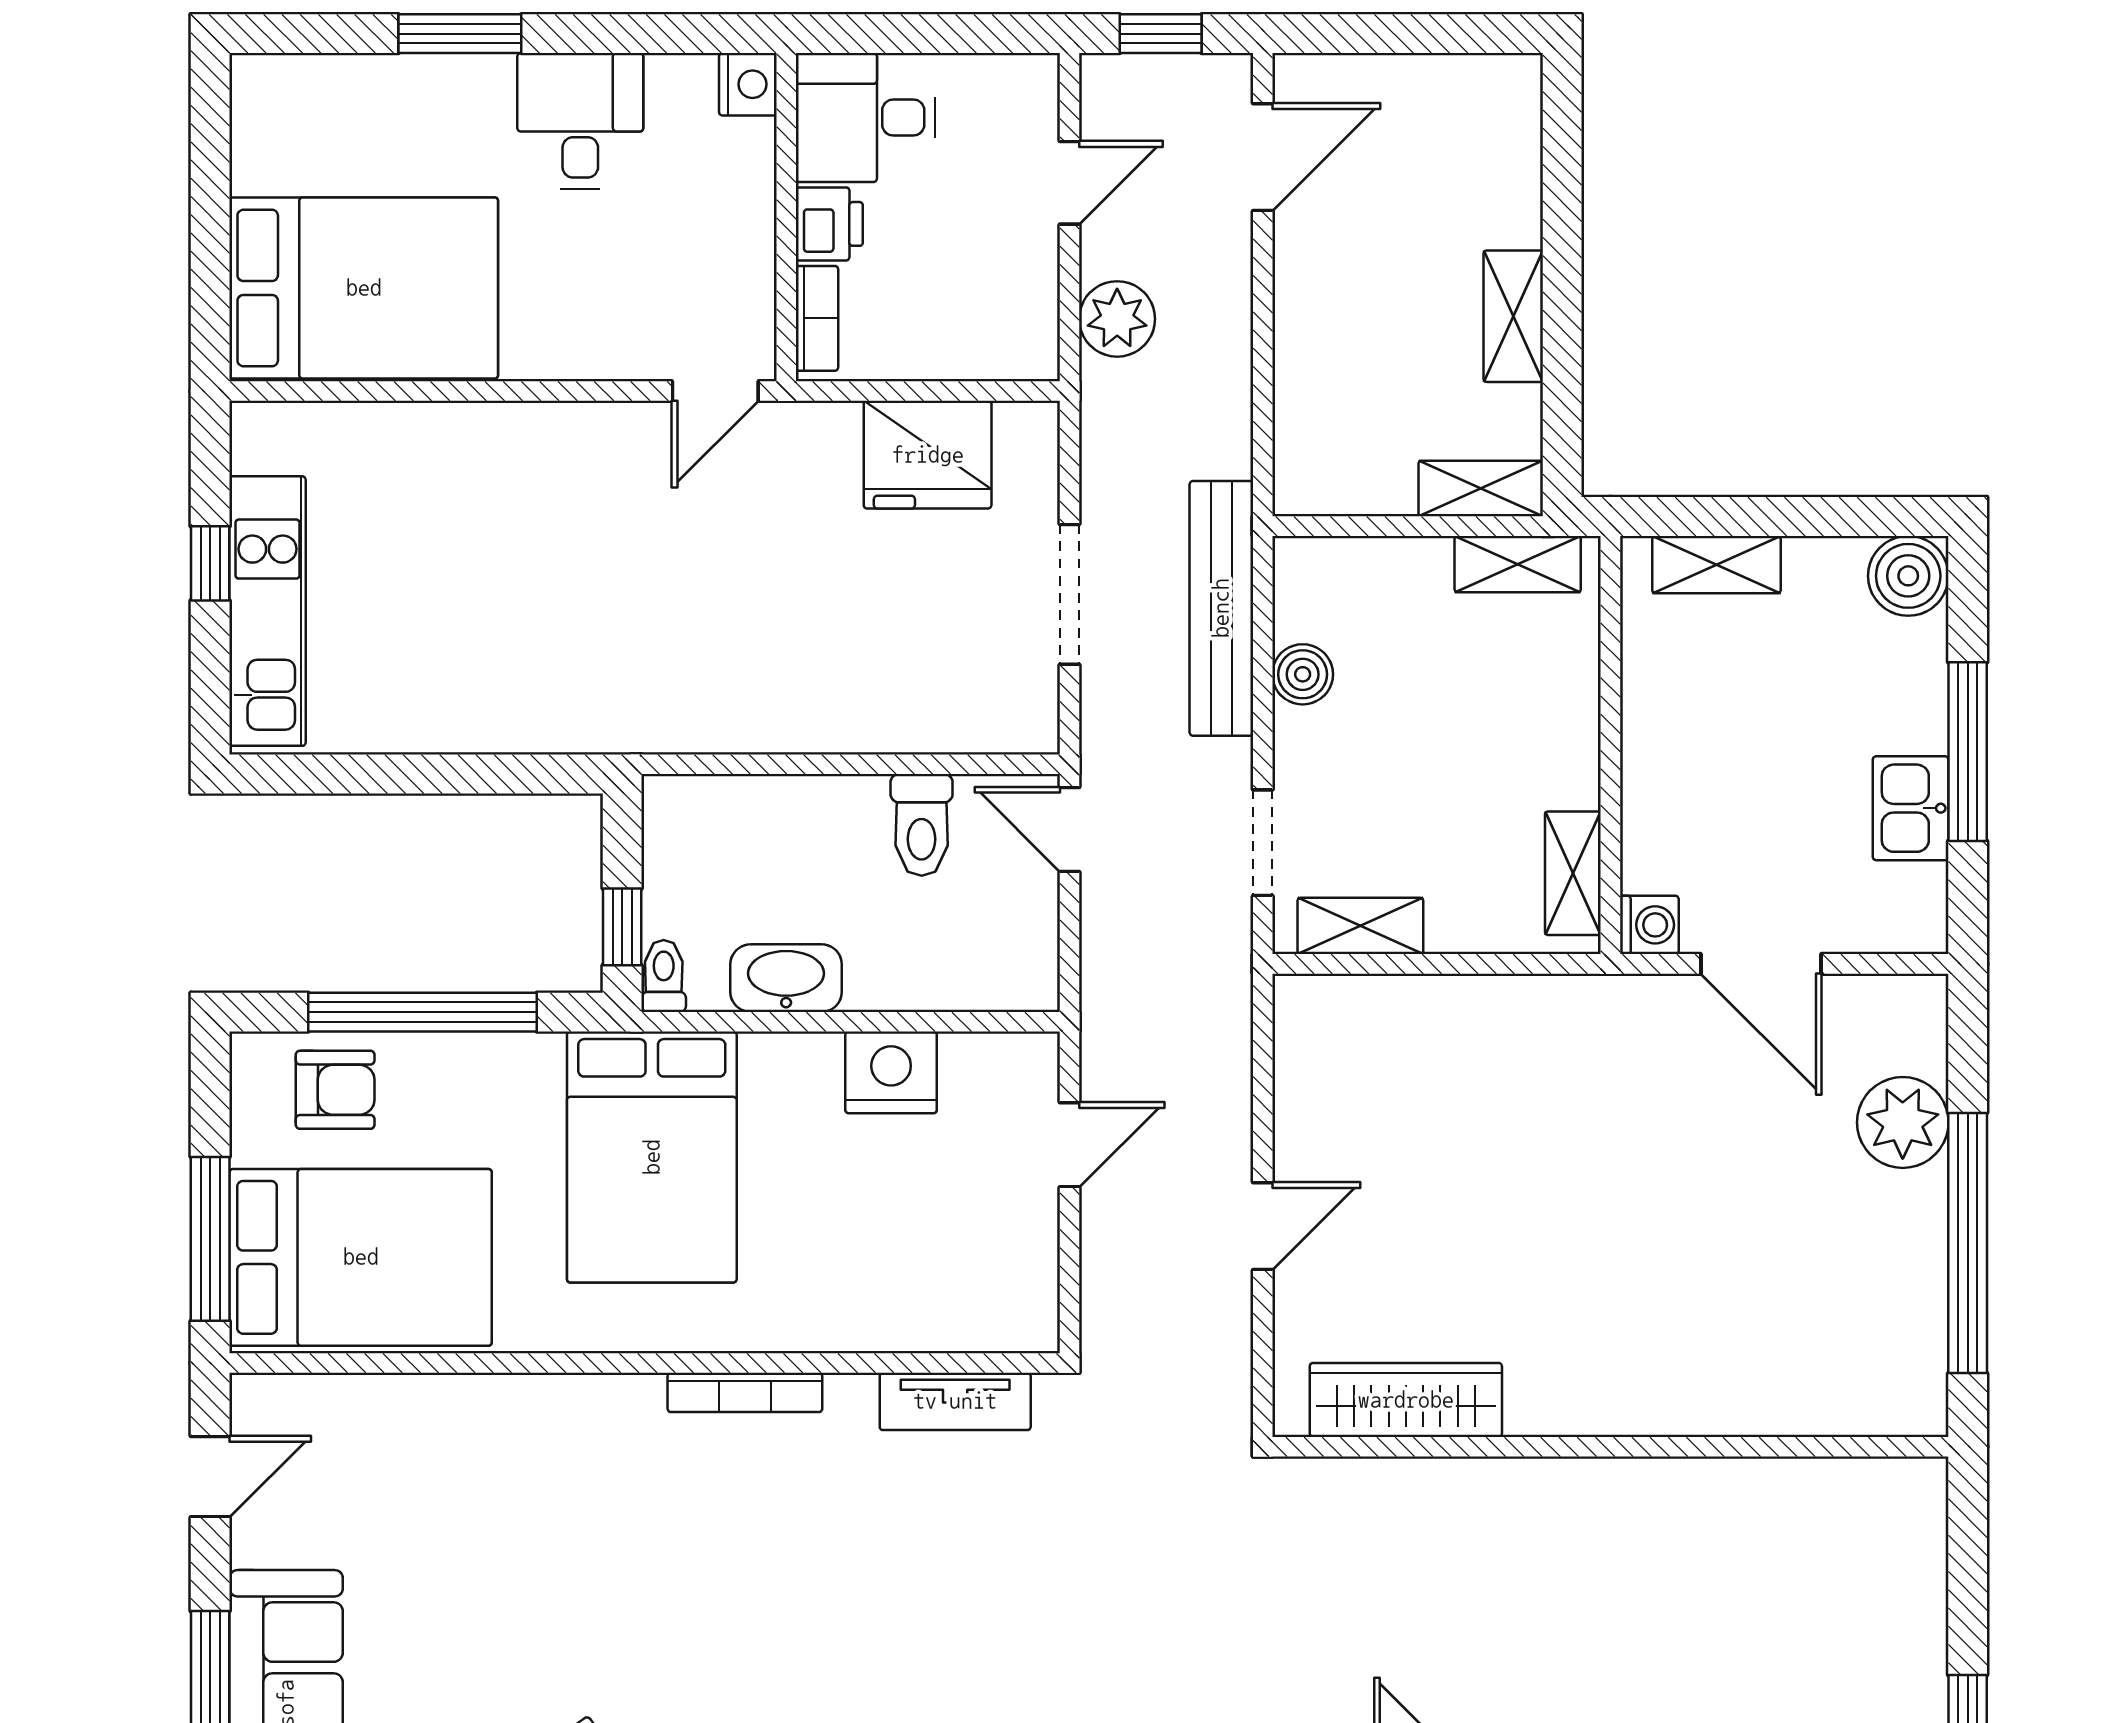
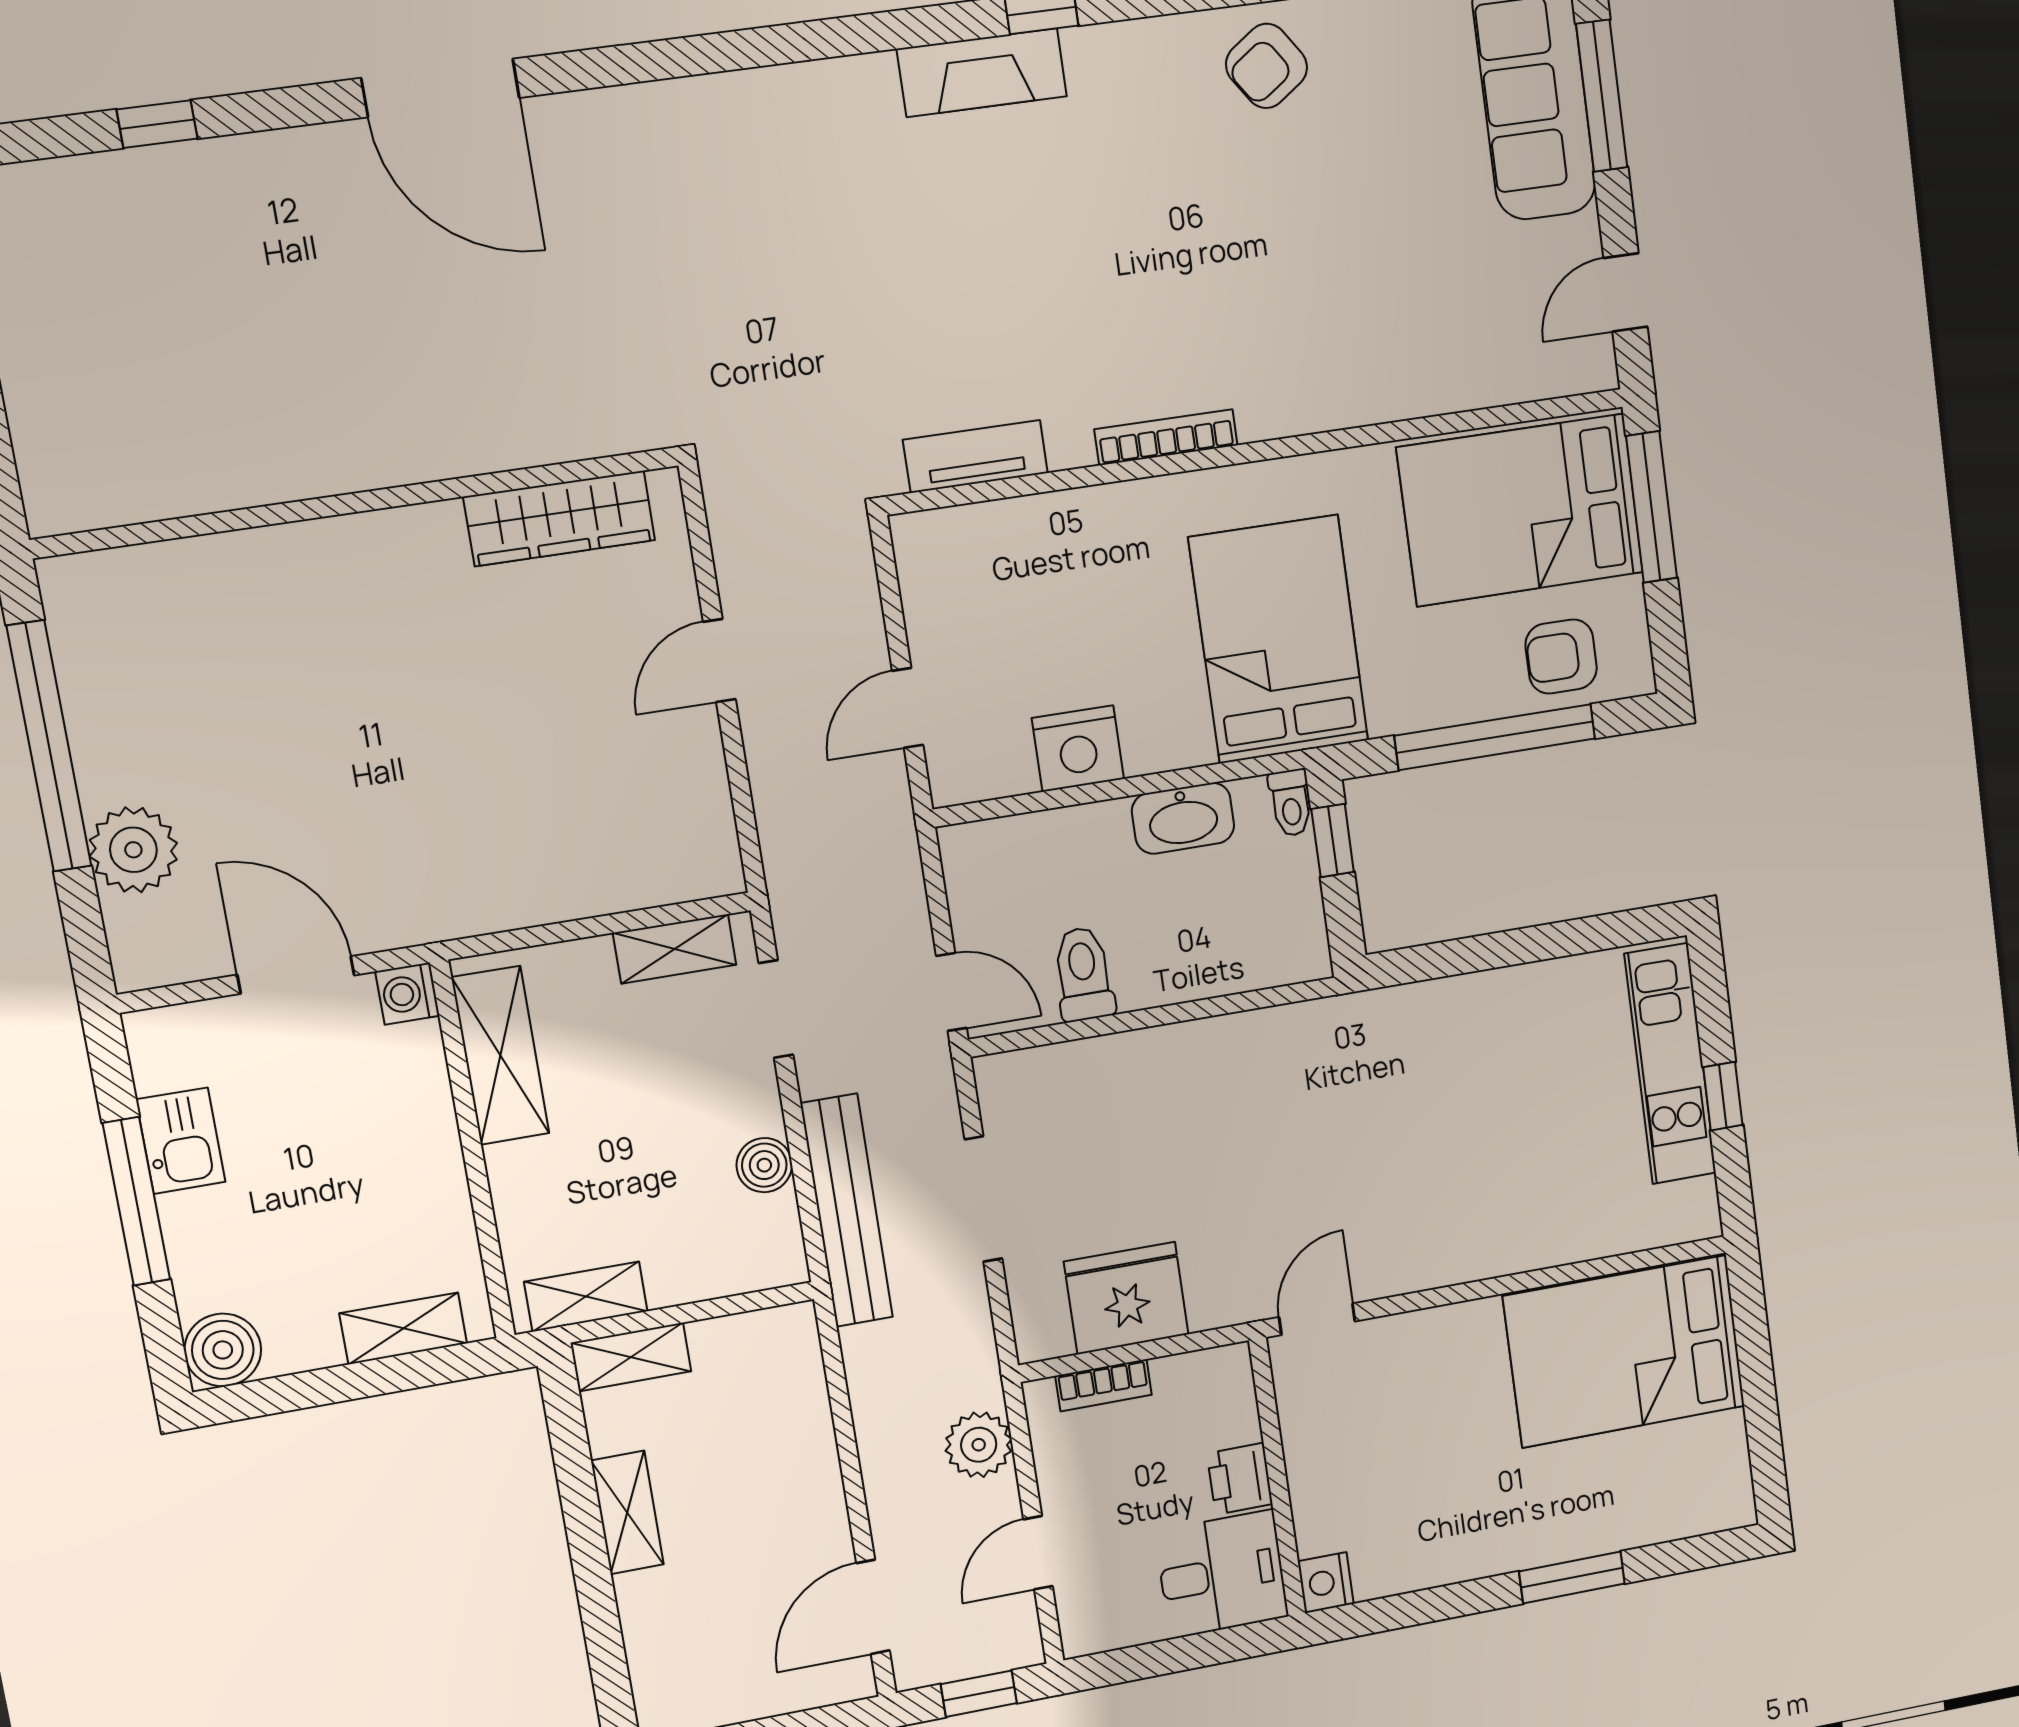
desk: (580, 121) -> (1462, 1525), removed
bookcase: (817, 318) -> (1103, 1385), moved, turned -90
shelving: (1573, 873) -> (500, 1055), width x1.50, depth x1.33

